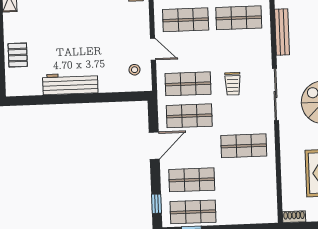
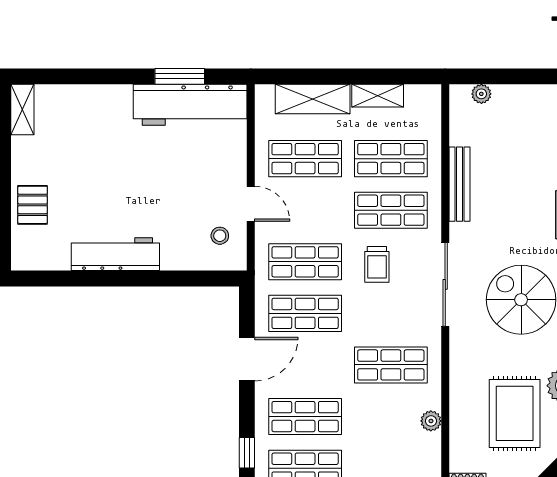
shop shelf: (240, 50) -> (391, 210), added
plant: (270, 180) -> (431, 421), added

